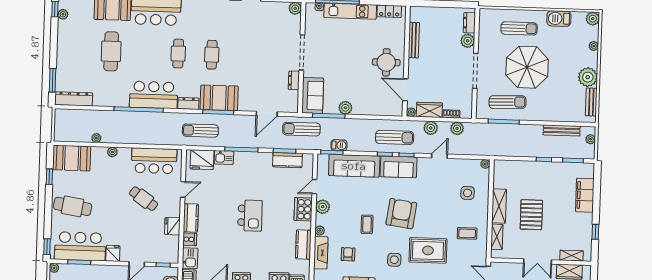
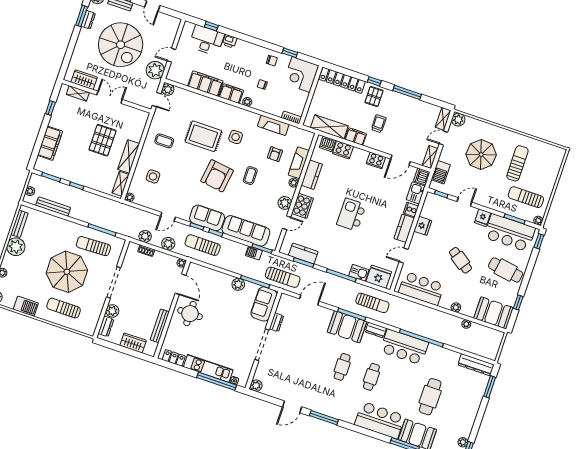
wardrobe: (429, 110) -> (133, 343), moved, turned 180
cafe table: (144, 199) -> (460, 260), moved
shelving: (497, 237) -> (121, 184), moved

